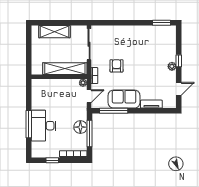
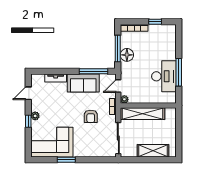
window: (161, 23) -> (66, 160), moved
corner sofa: (155, 40) -> (52, 142), added
window: (29, 124) -> (179, 72), moved
desk: (44, 126) -> (164, 76), moved

